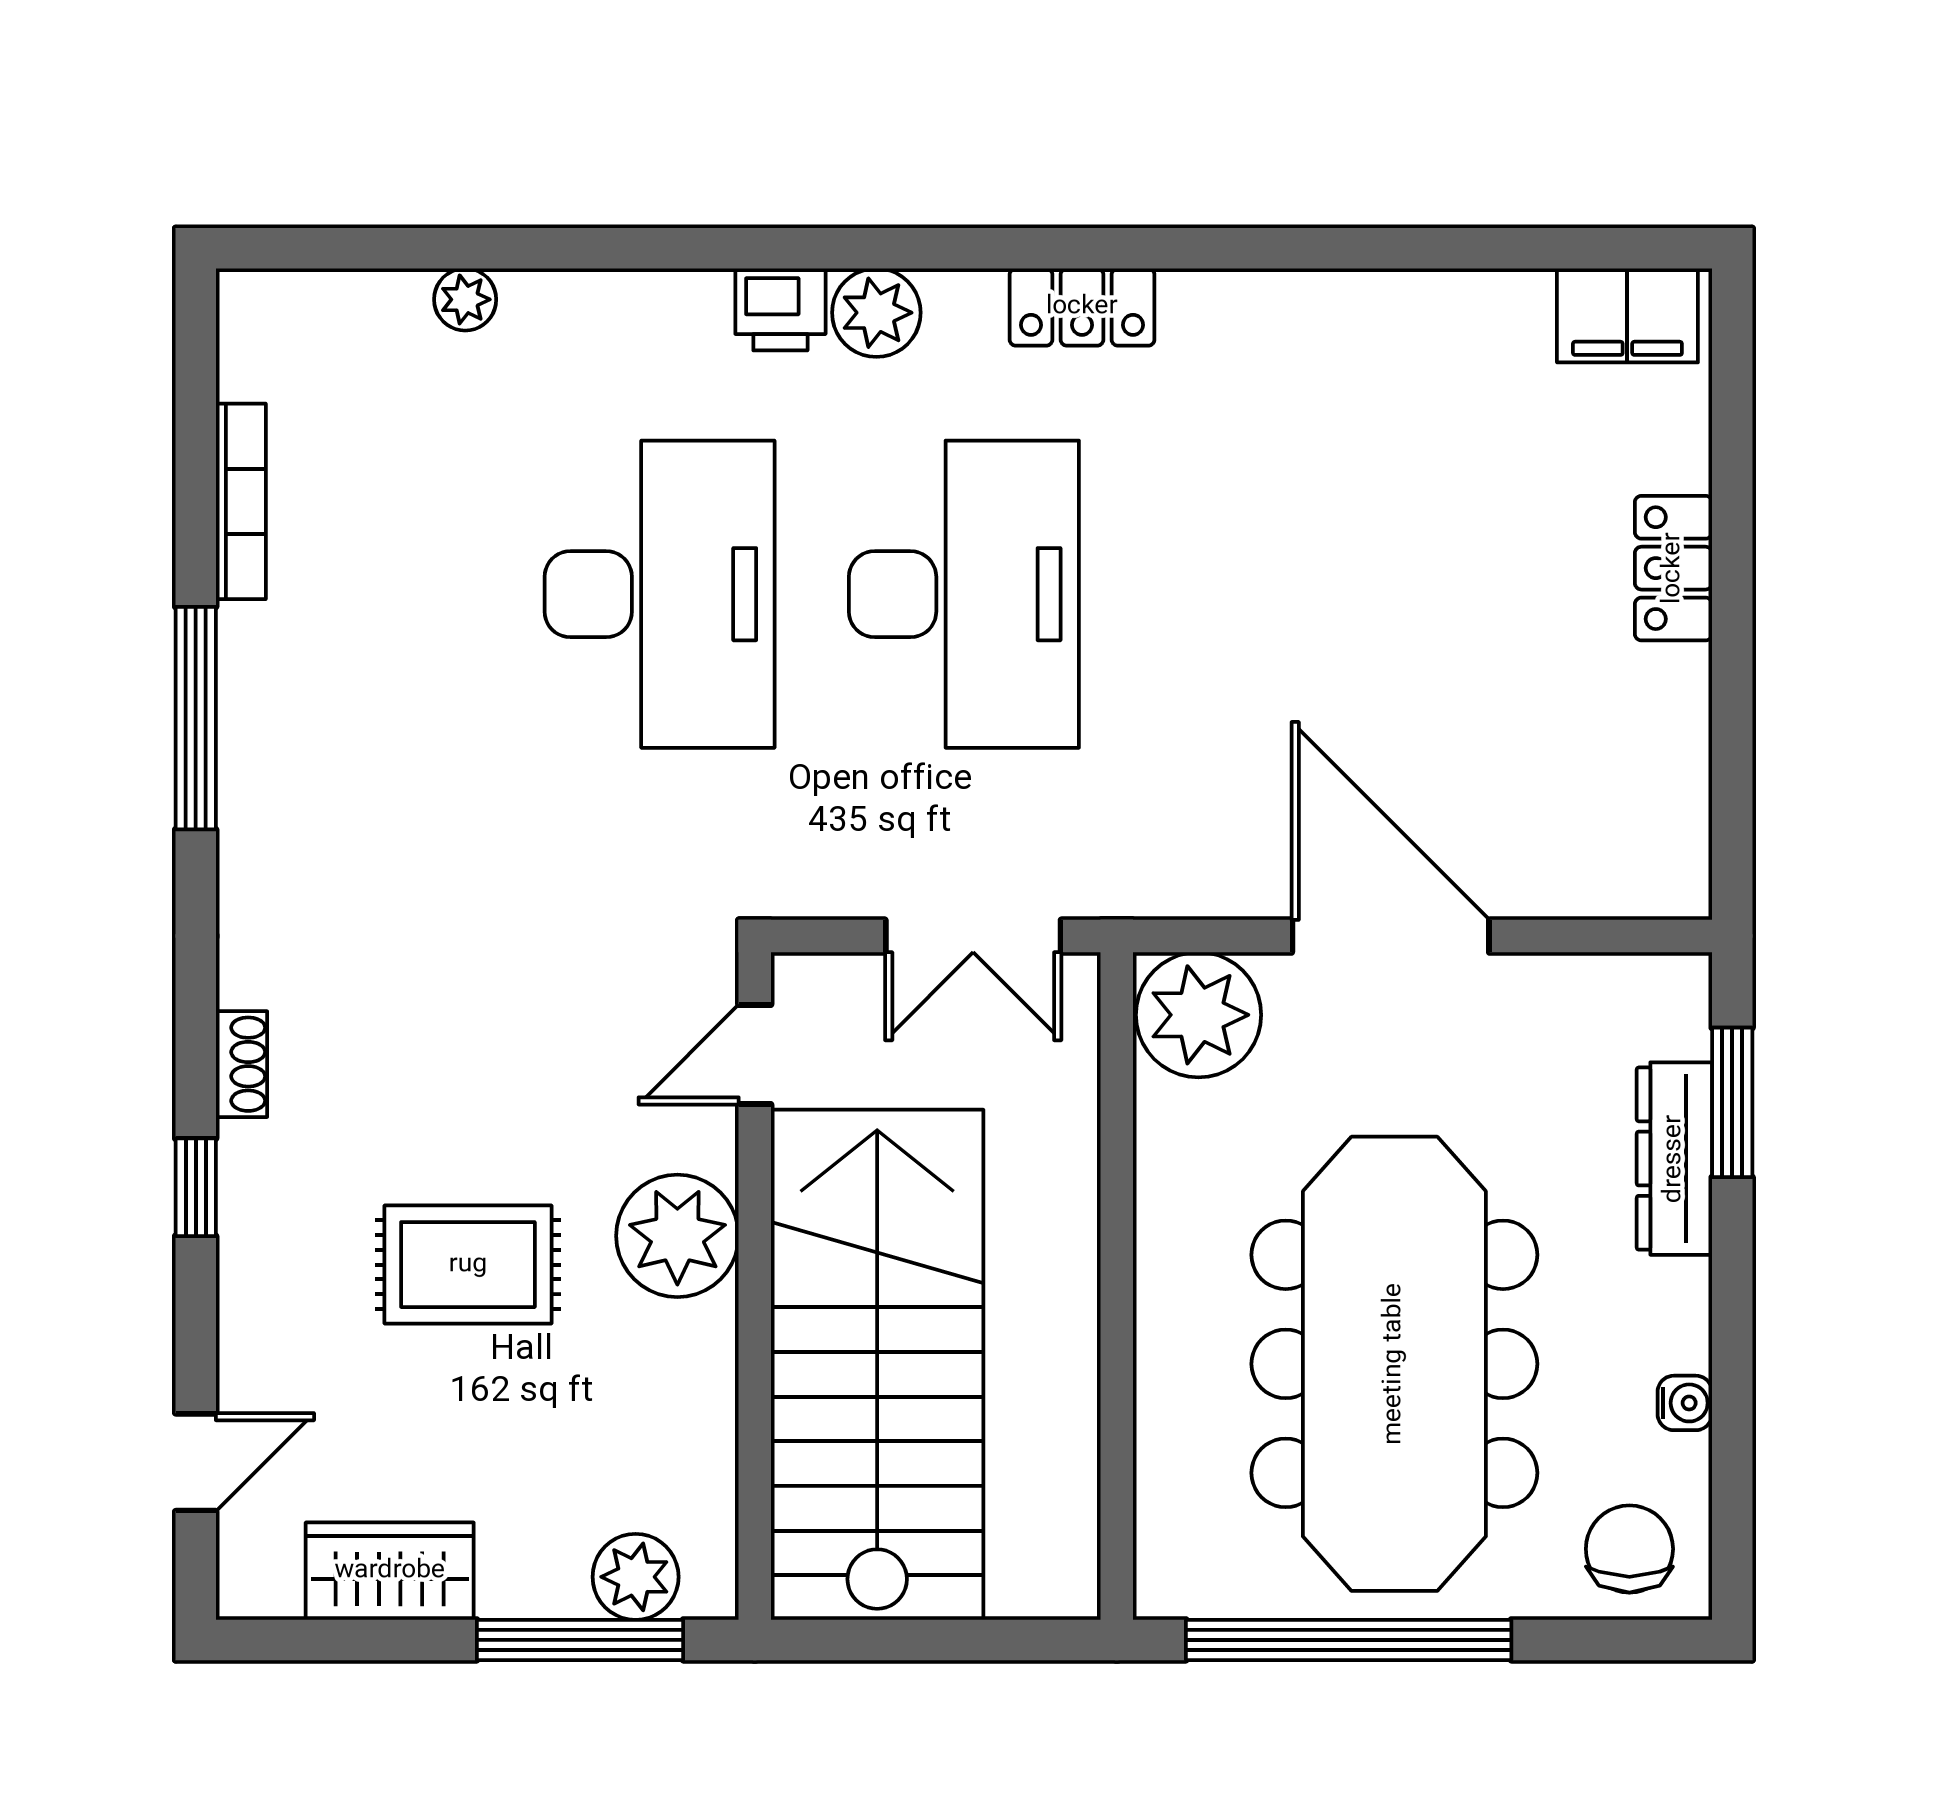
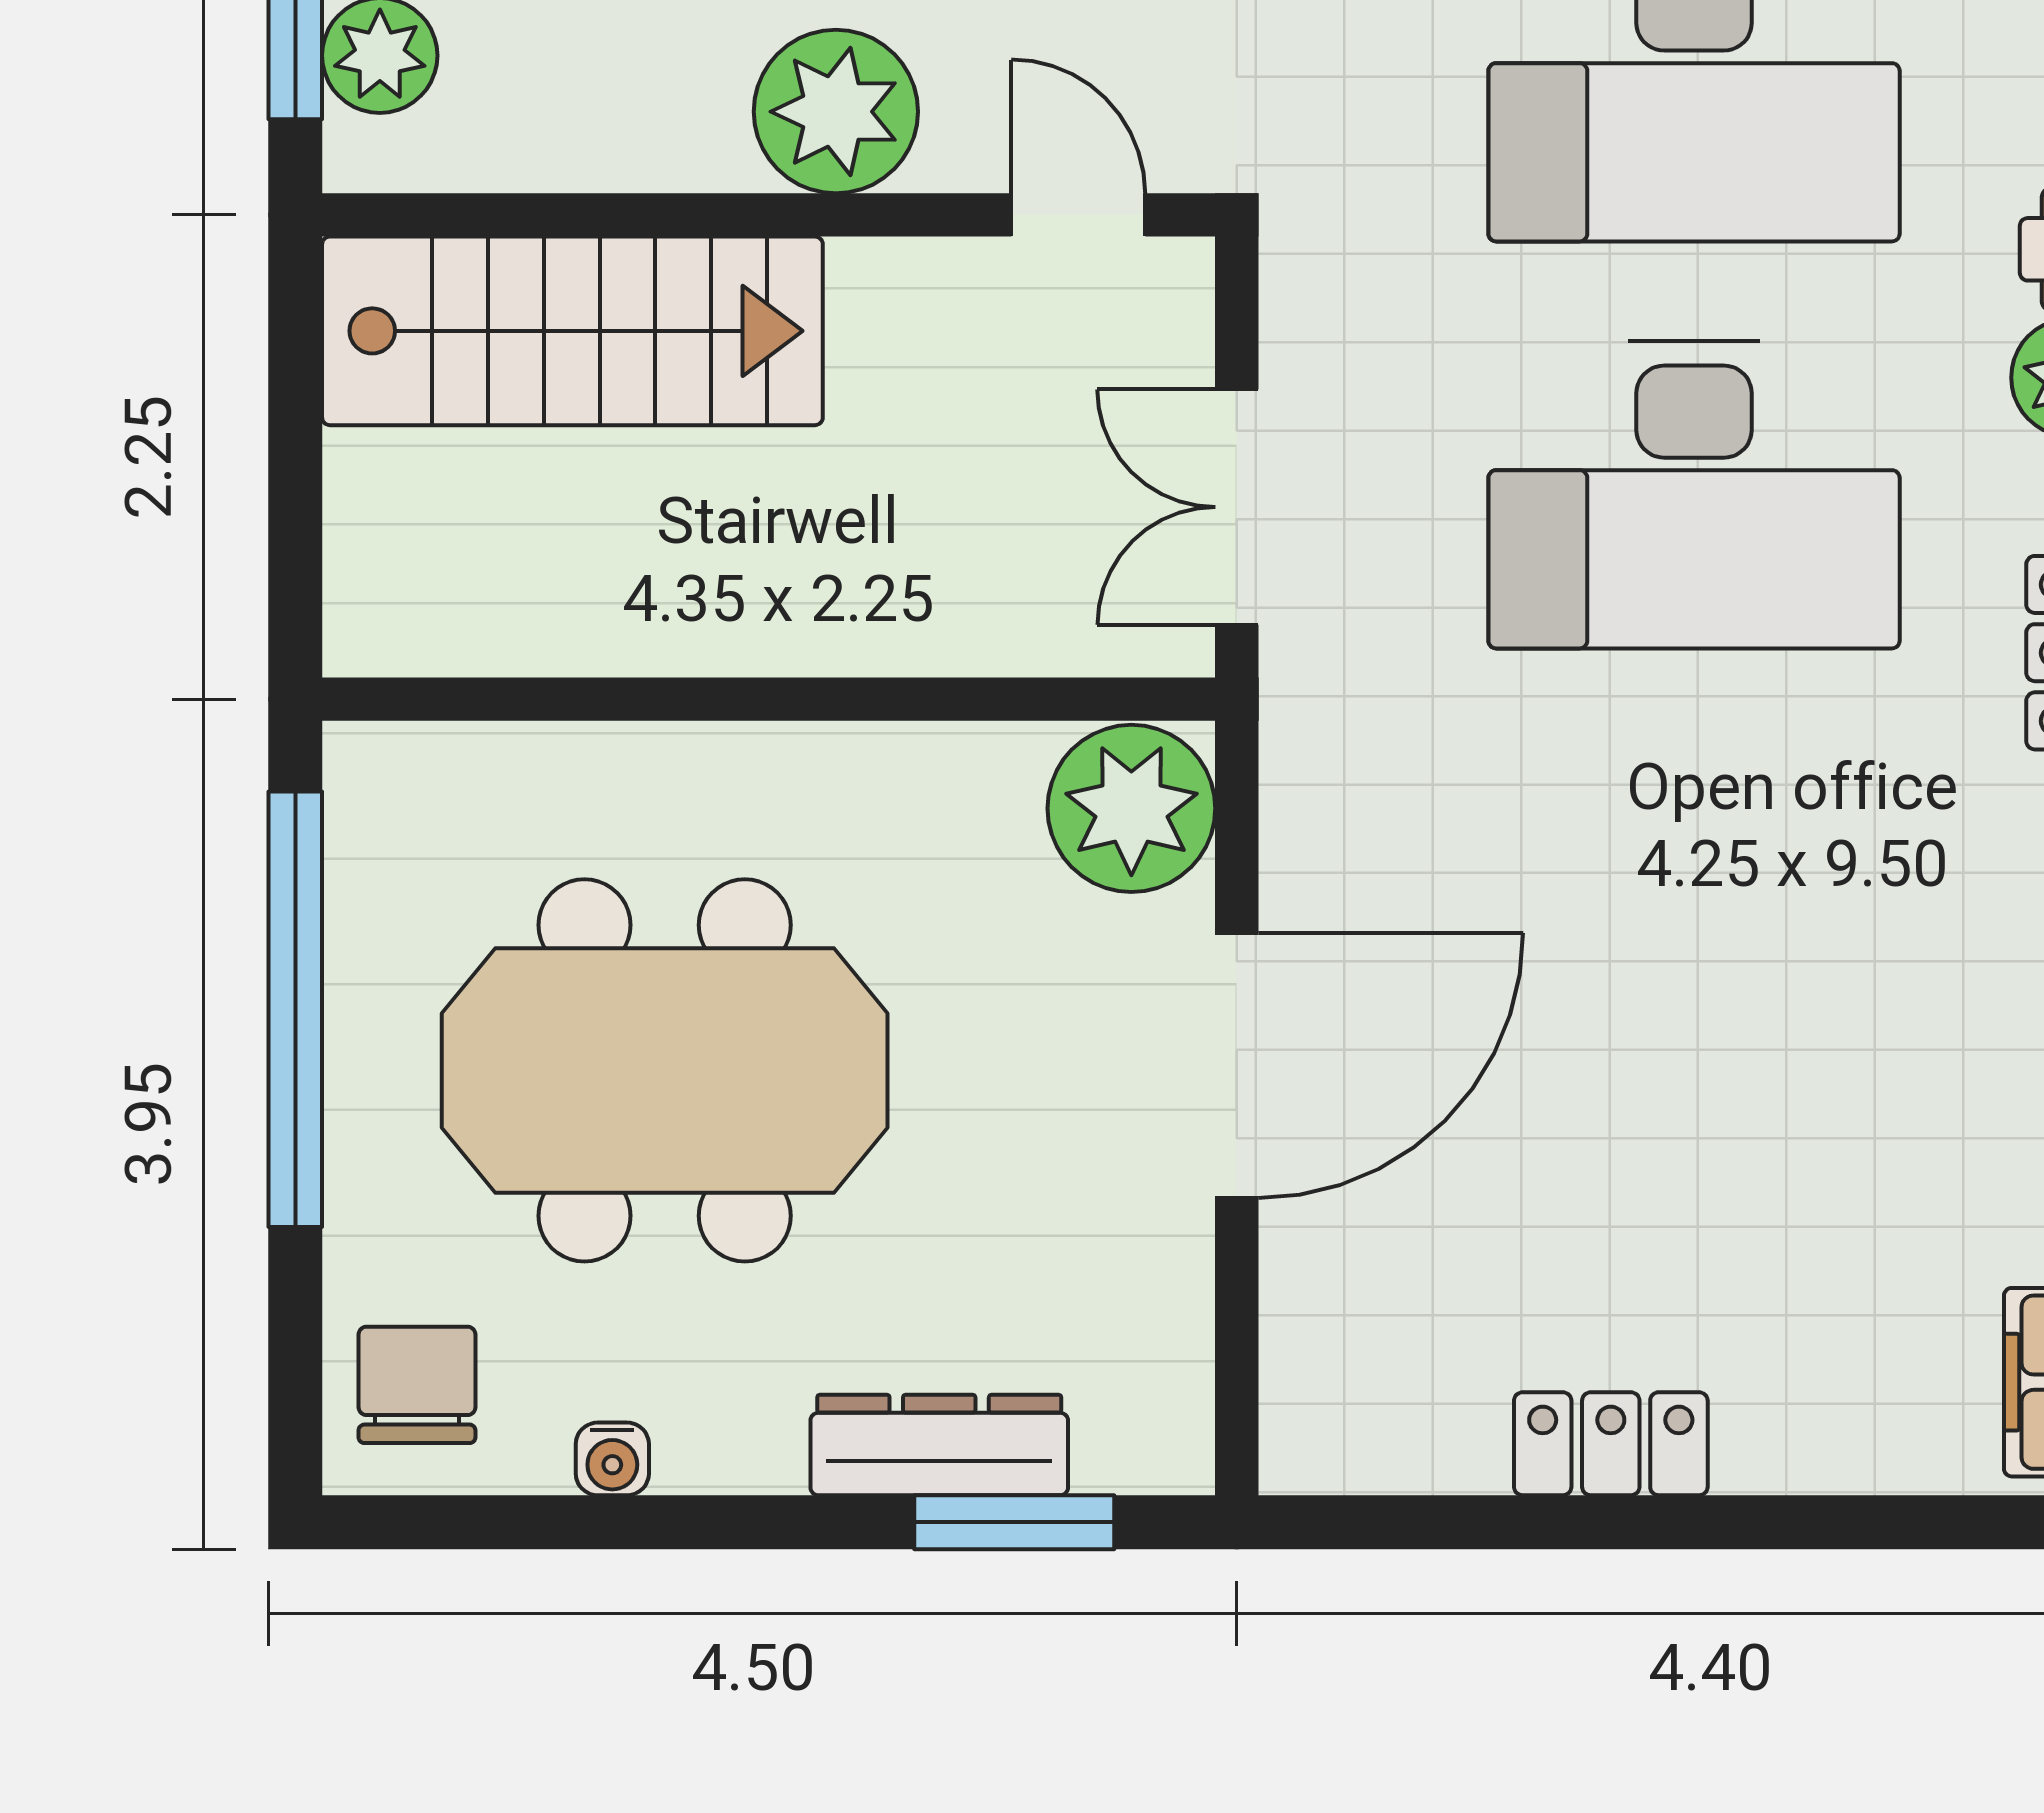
locker: (1673, 568) -> (1611, 1444), moved
meeting table: (1394, 1364) -> (665, 1070), width x0.73
stairs: (877, 1365) -> (572, 331), width x0.73, depth x0.66
chair: (1629, 1549) -> (417, 1385), turned -90

